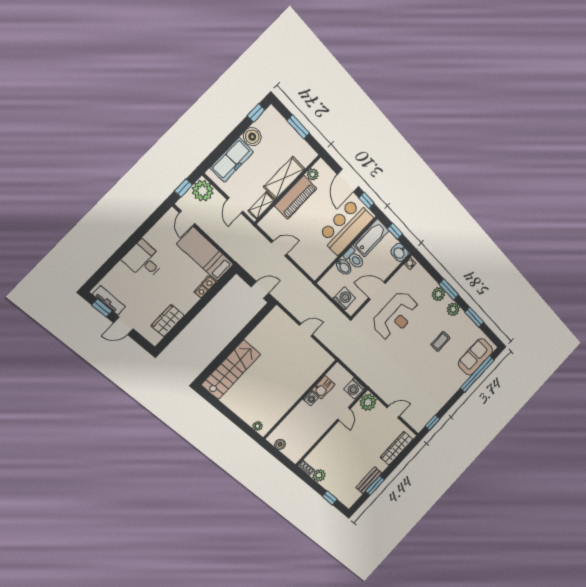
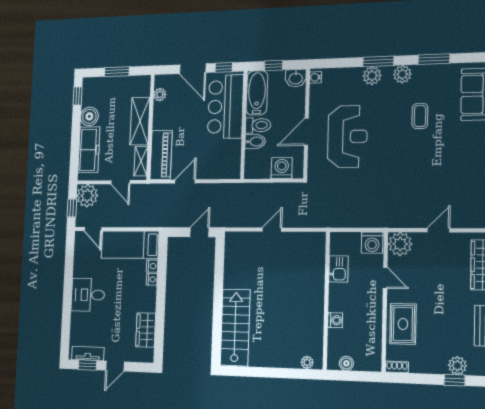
piano: (296, 197) -> (161, 155), moved
washing machine: (311, 398) -> (335, 320), moved
rug: (330, 447) -> (403, 324), added
plant: (319, 475) -> (457, 366), moved

